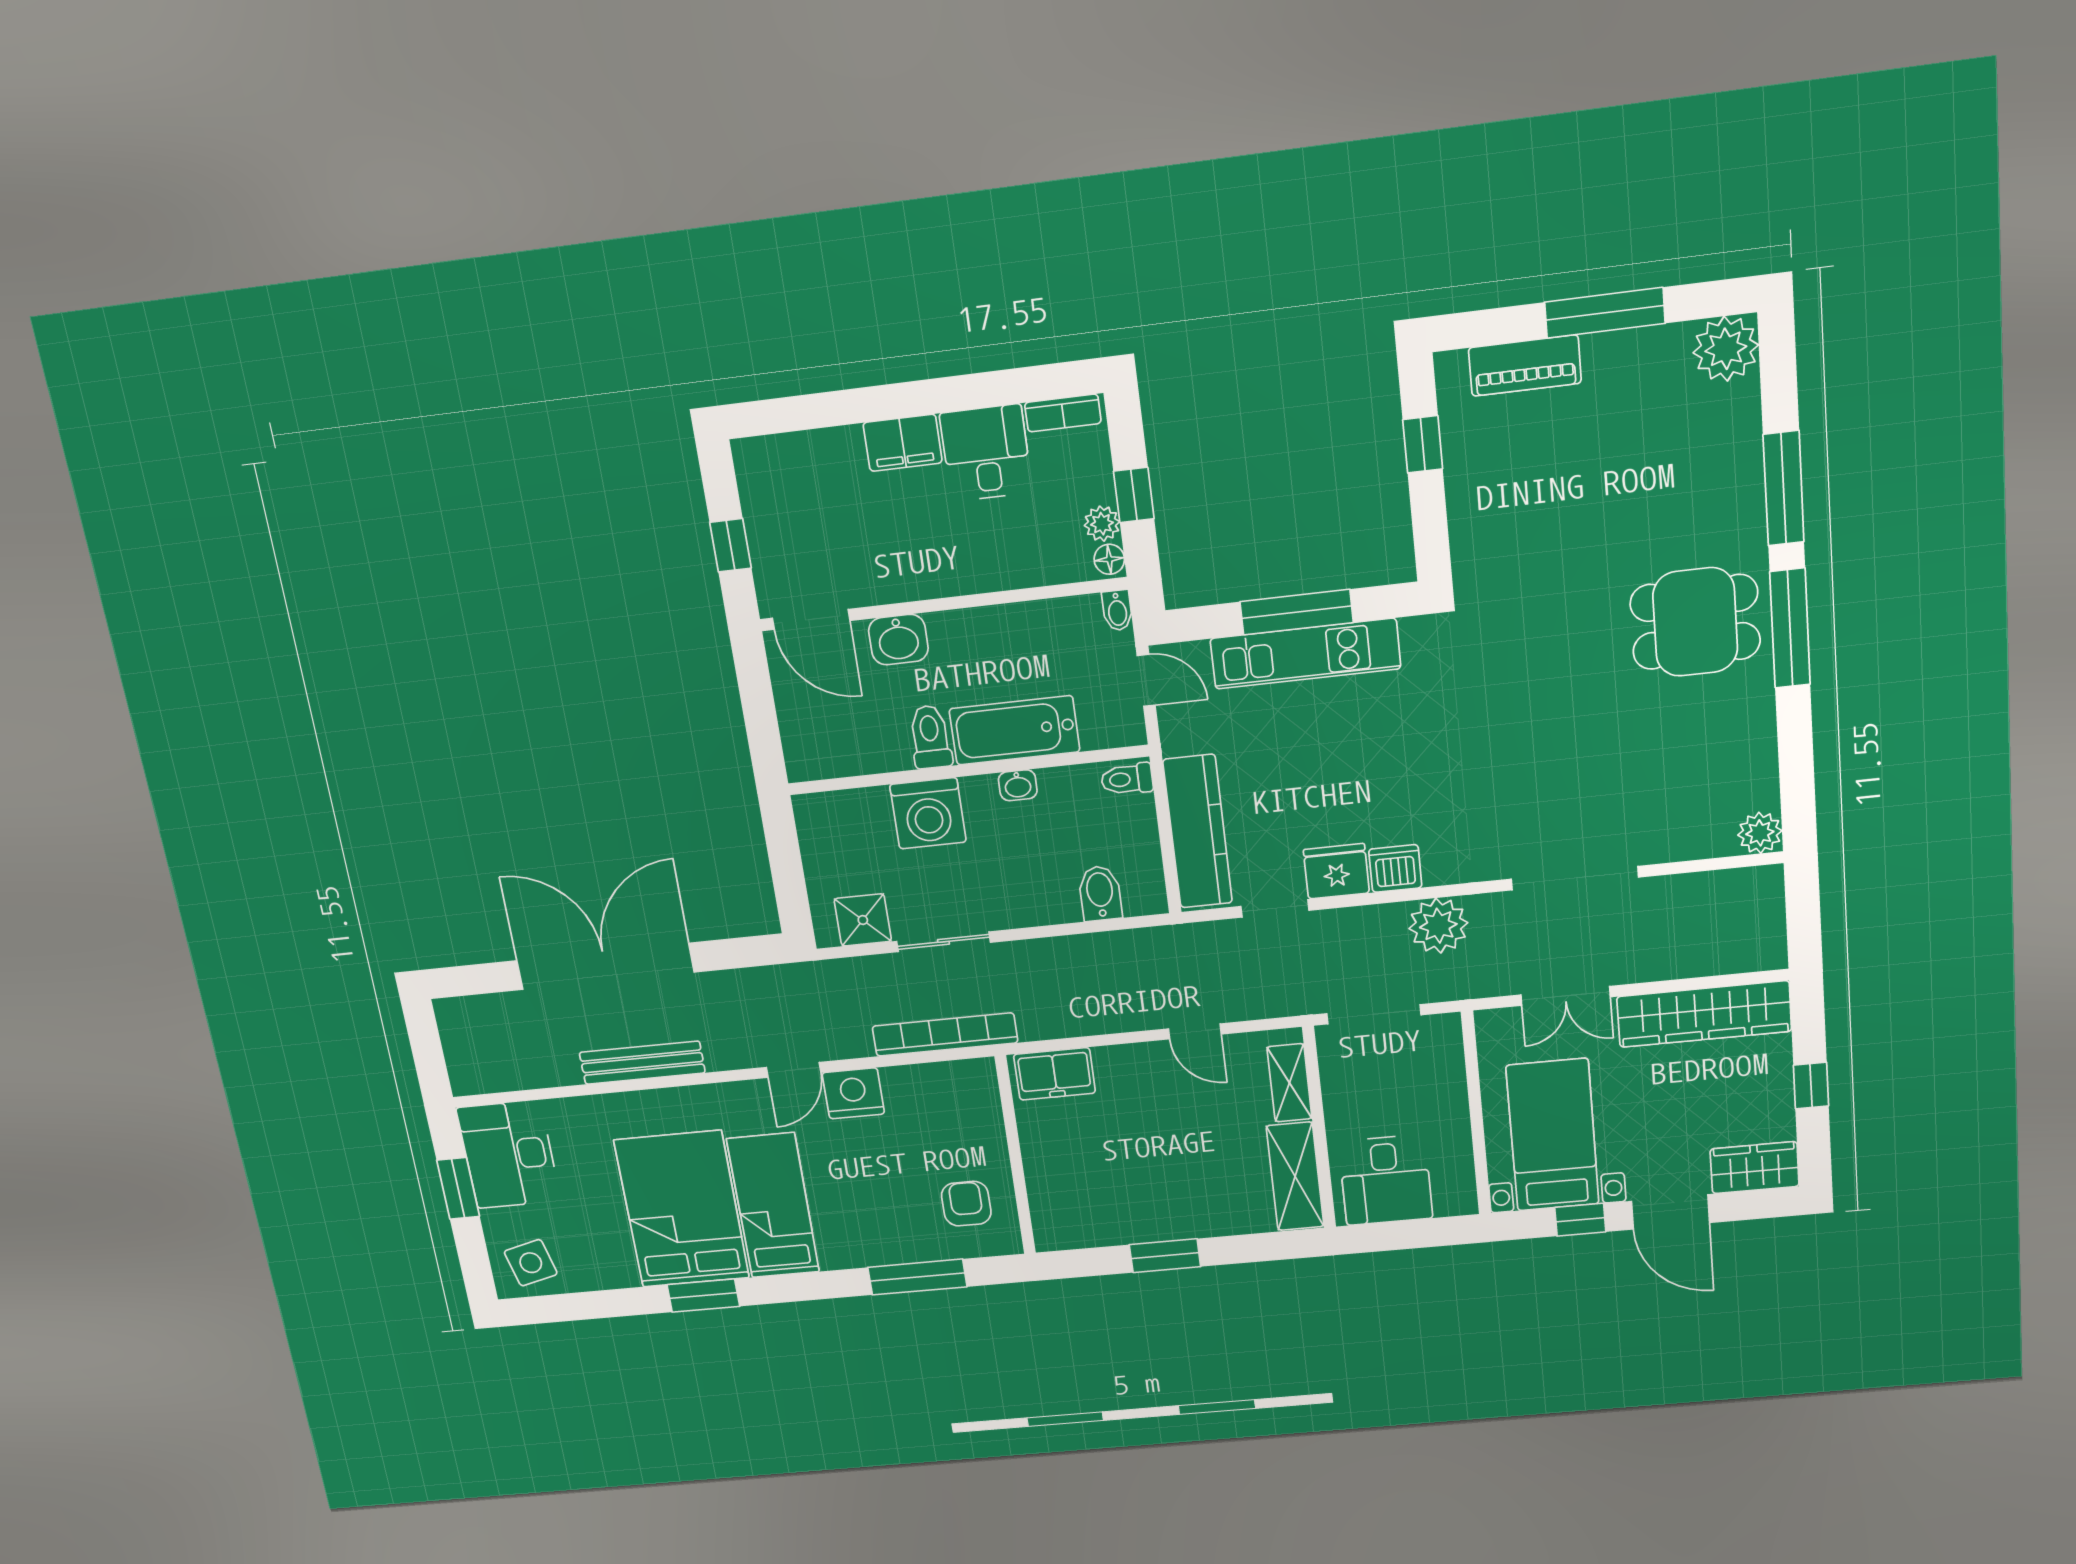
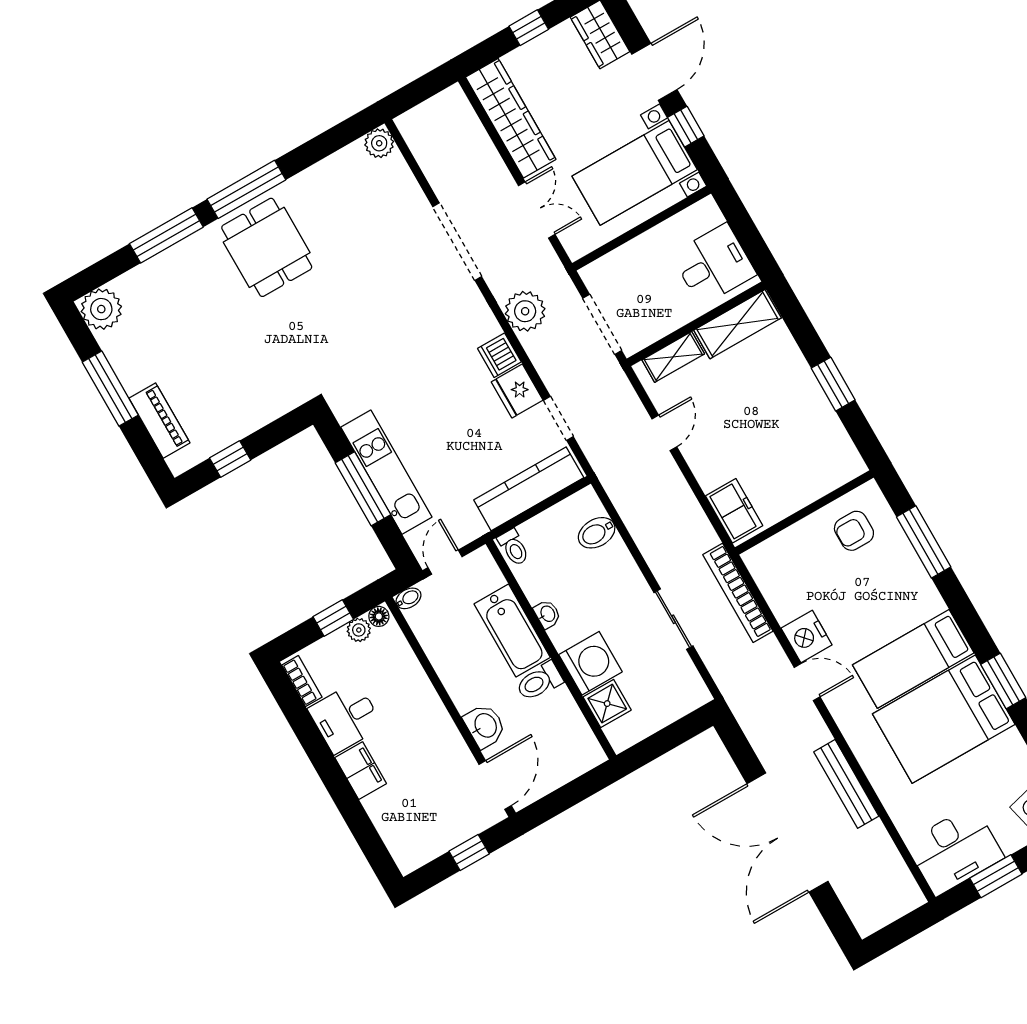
shower: (863, 920) -> (607, 704), moved

